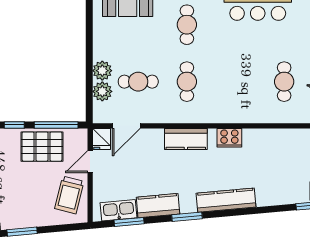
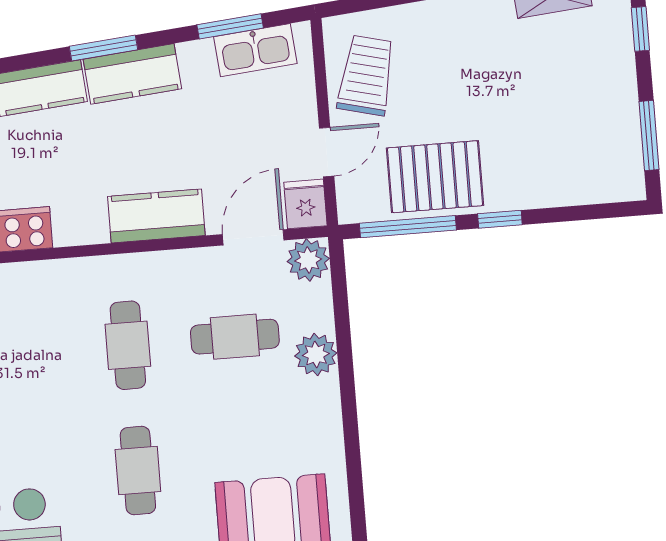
plant: (102, 91) -> (308, 260), moved
kitchen counter: (186, 139) -> (156, 216), moved
kitchen counter: (158, 206) -> (132, 74), moved

